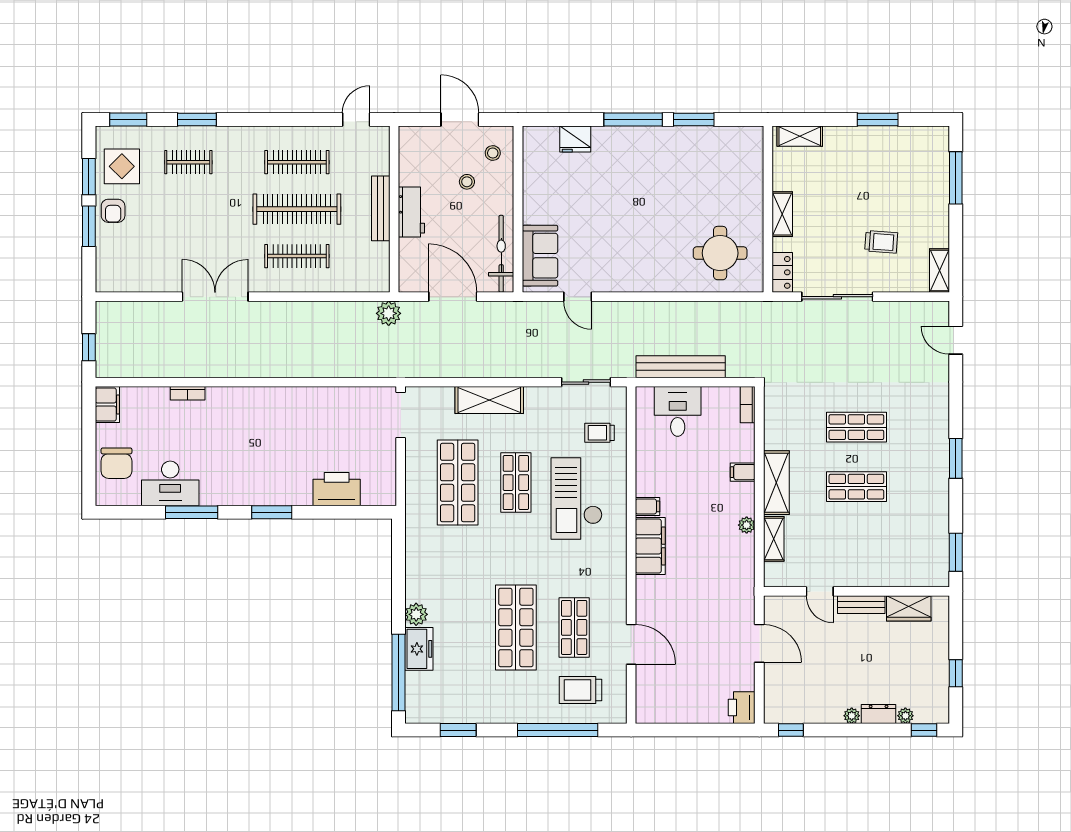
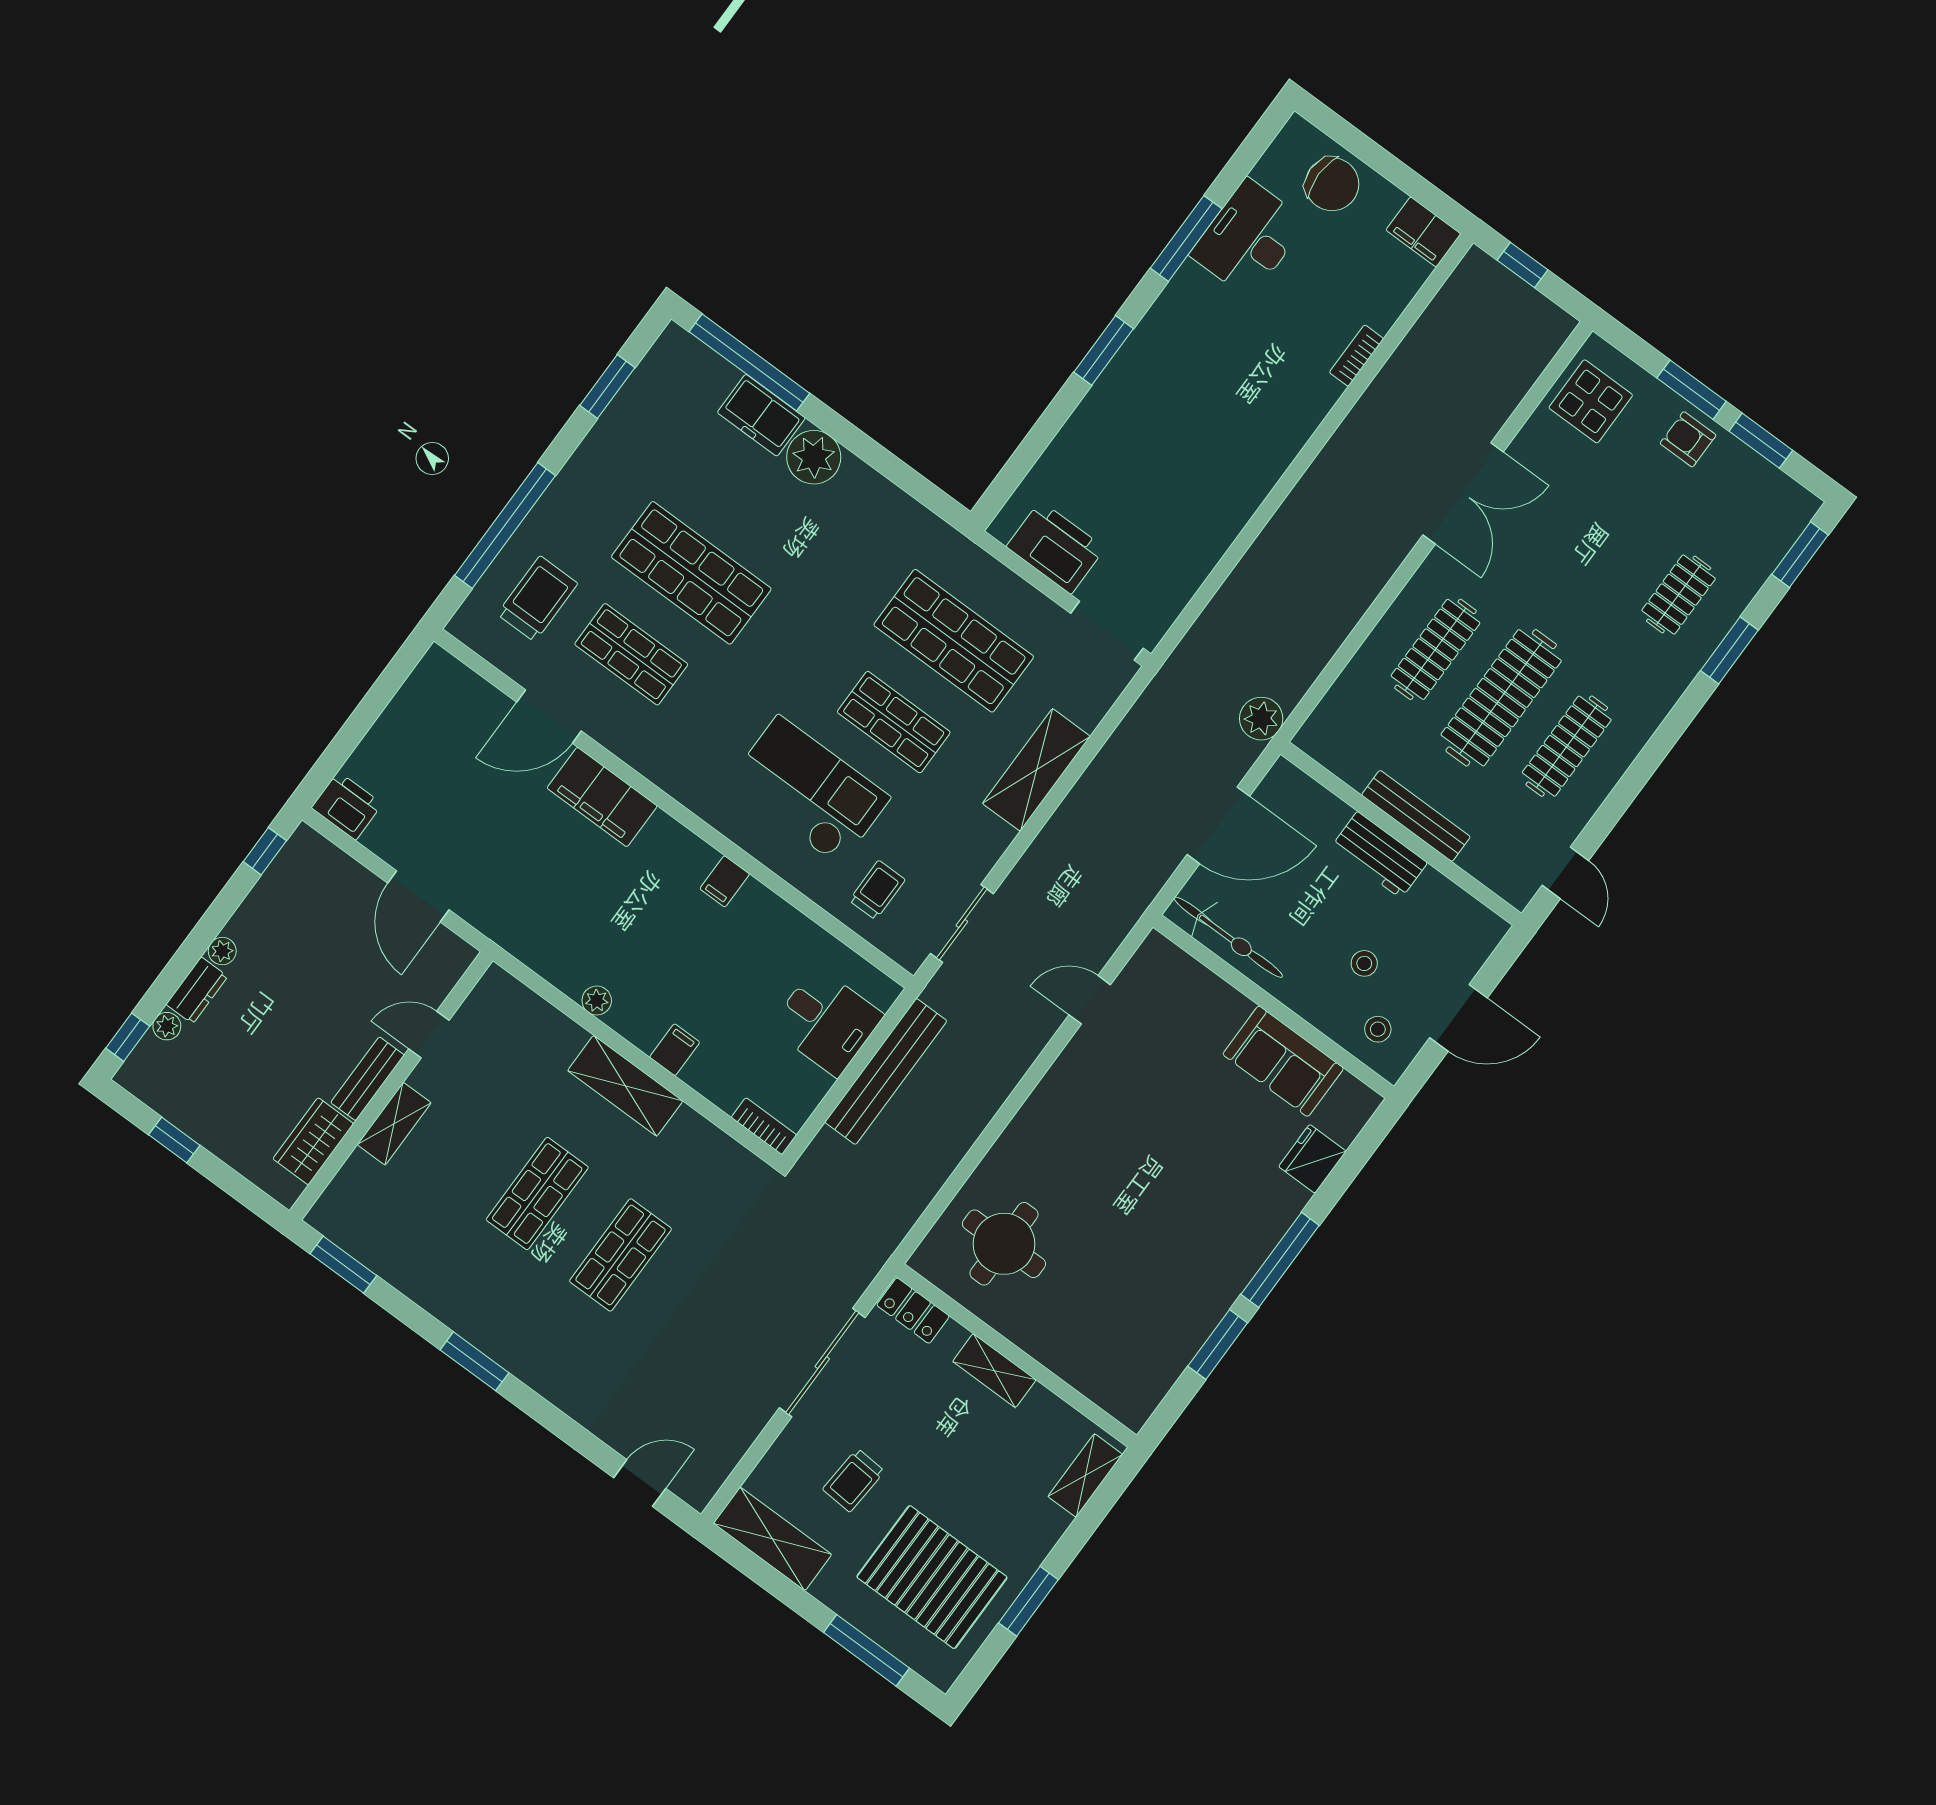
display table: (122, 166) -> (1591, 401), moved
pallet: (899, 172) -> (932, 1577), added
sofa: (540, 256) -> (1283, 1061), moved
shelving: (939, 270) -> (772, 1539), width x1.50, depth x1.33
chair: (116, 463) -> (1332, 184), turned 180
printer: (337, 489) -> (1056, 547), moved, turned -90
shelving: (774, 539) -> (394, 1124), moved, turned 90
filing cabinet: (650, 546) -> (602, 797), moved
plant: (416, 614) -> (814, 457), width x1.36, depth x1.36
door: (759, 643) -> (418, 896), hinge flipped

